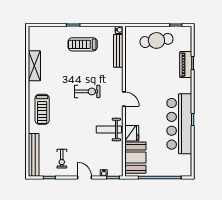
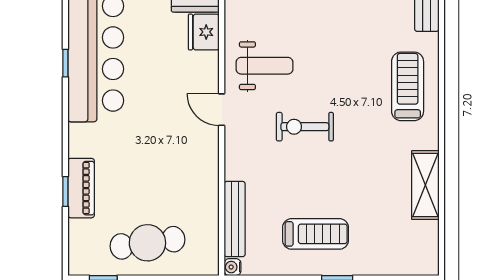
weight bench: (109, 129) -> (265, 66), moved

